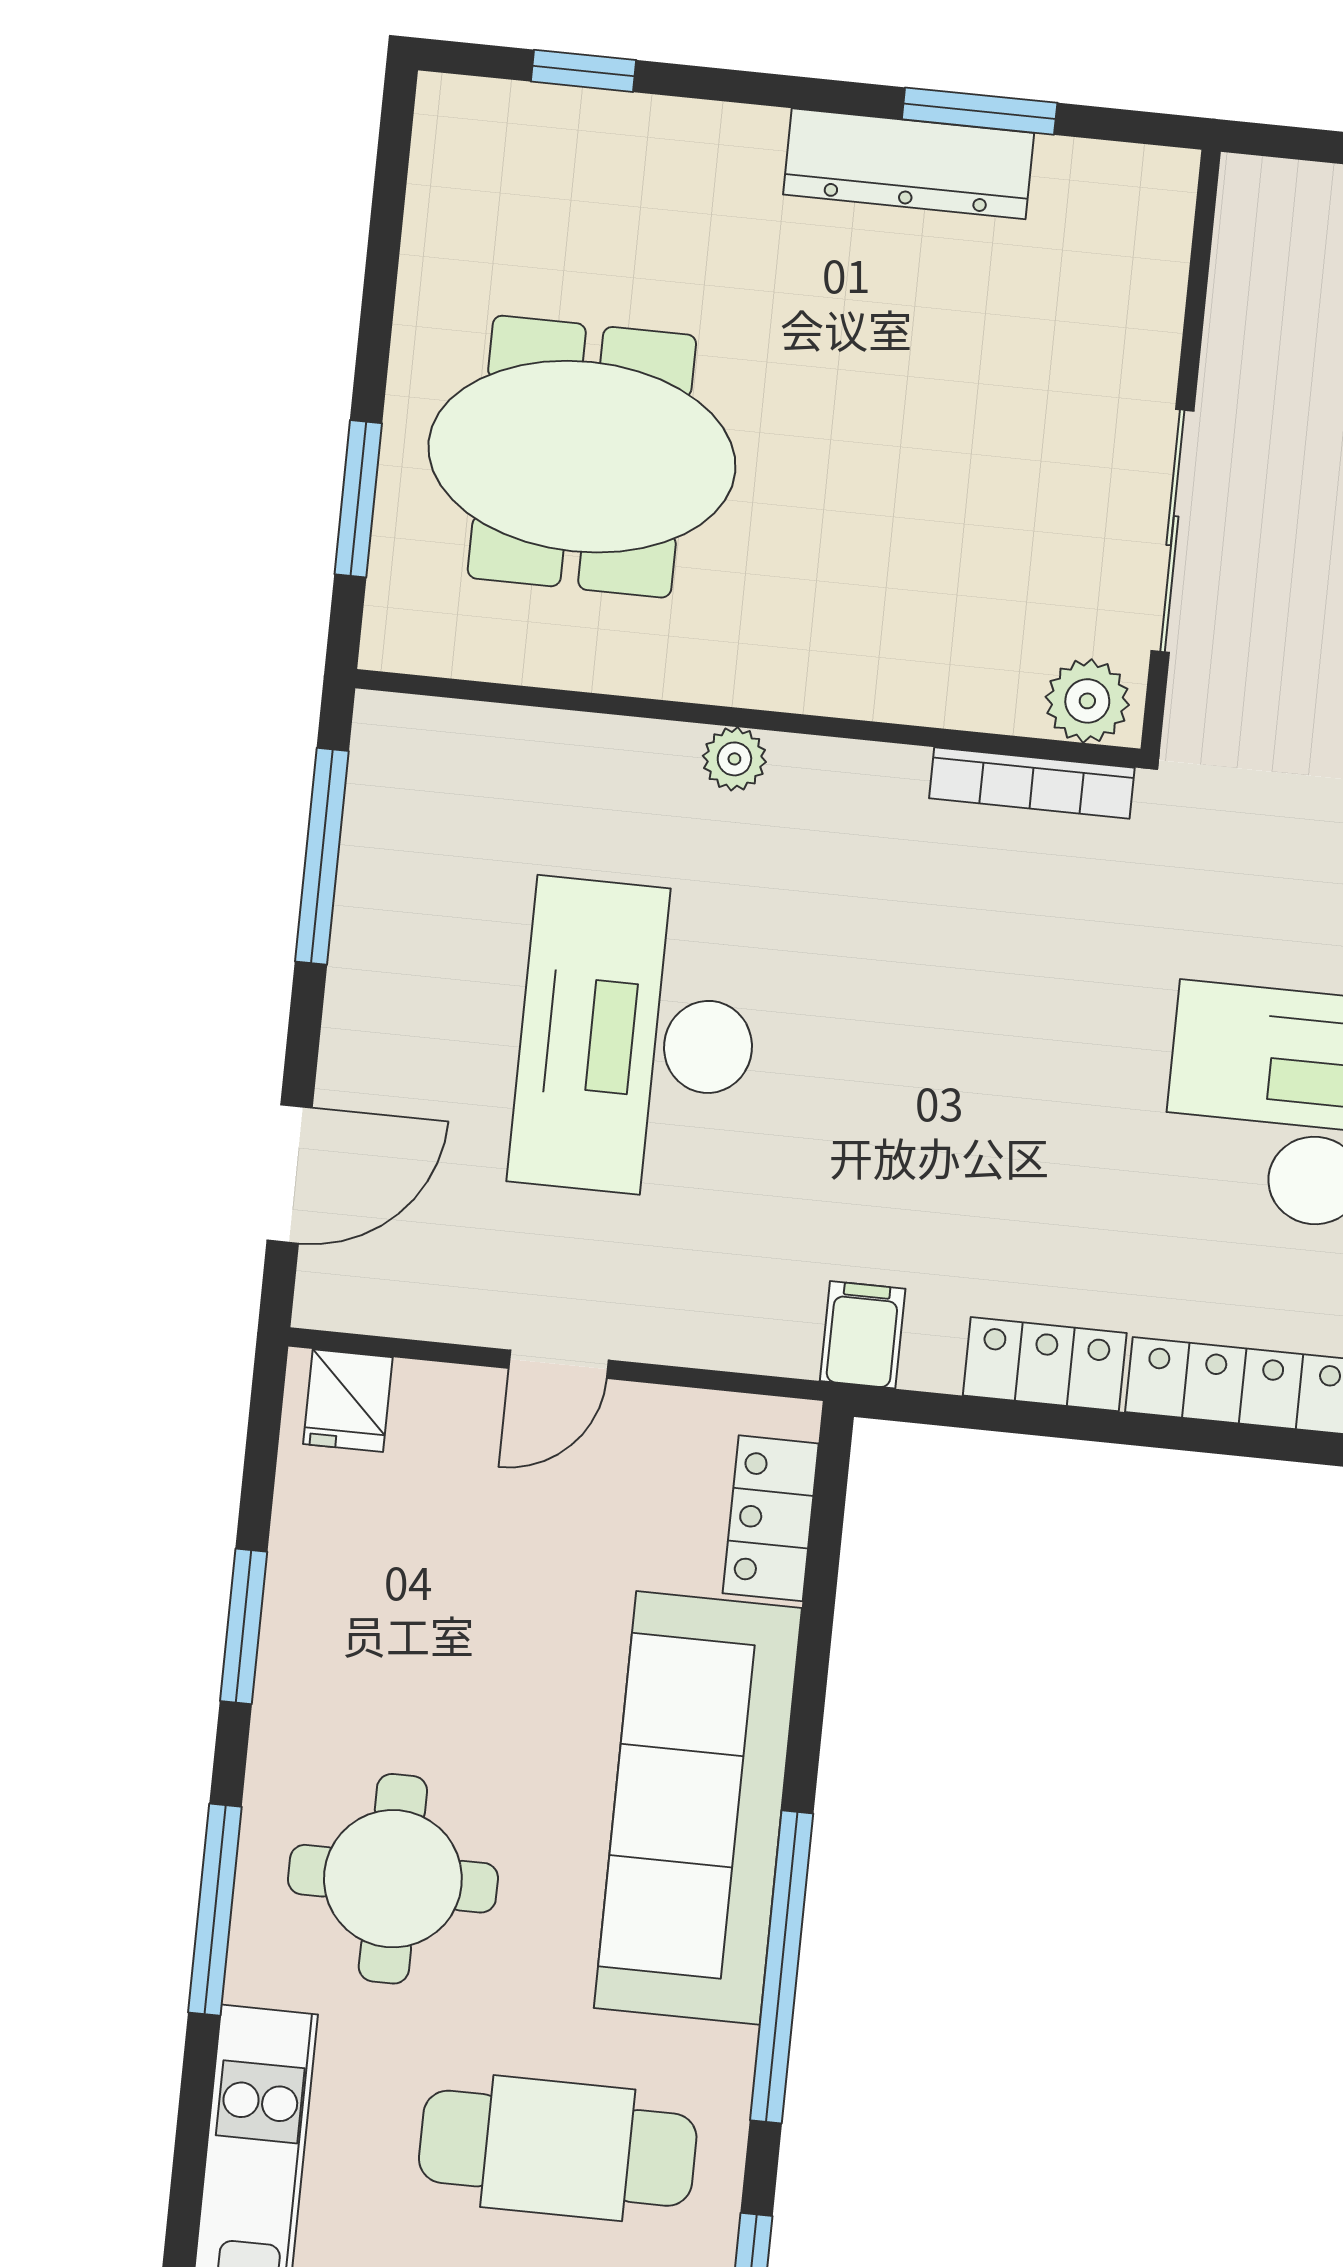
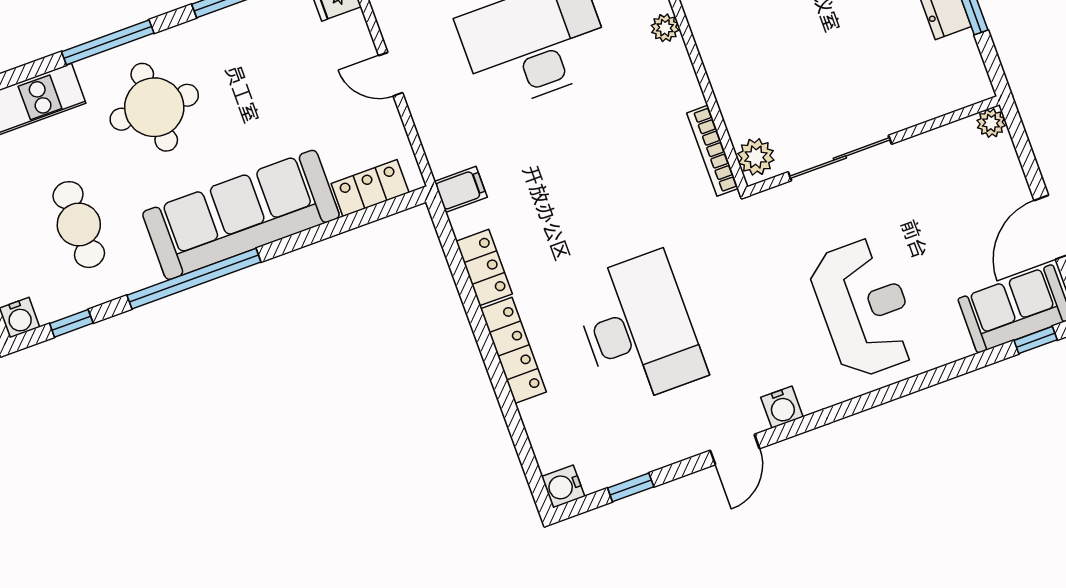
plant: (1250, 188) -> (991, 123), added
cafe table: (558, 2148) -> (79, 225), width x0.73, depth x0.74

